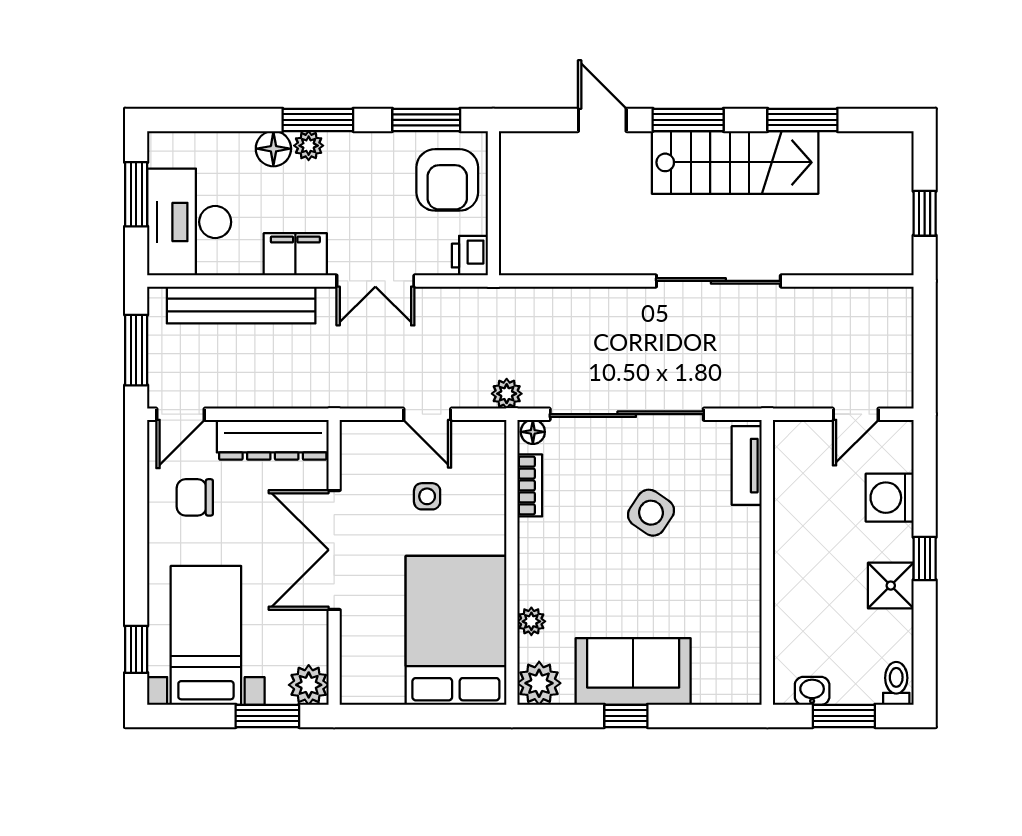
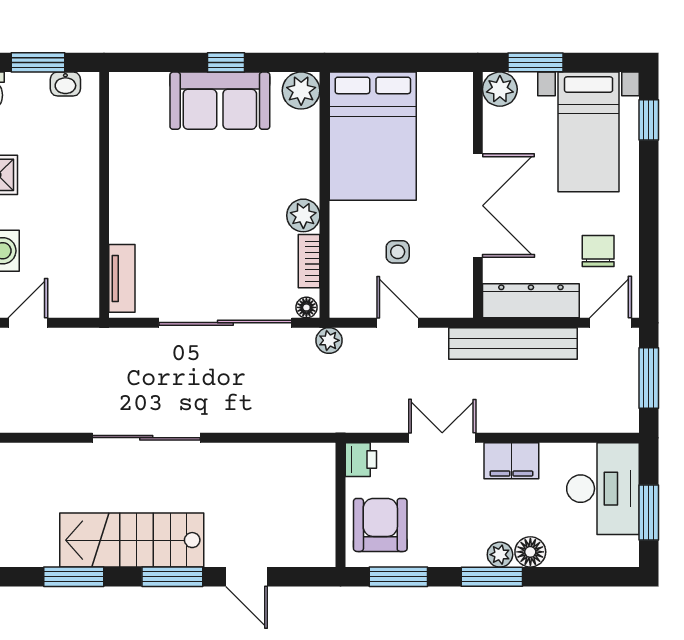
bench: (241, 305) -> (513, 343), moved
chair: (195, 497) -> (598, 251), turned -90
side table: (651, 513) -> (204, 238), removed
plant: (531, 621) -> (303, 215), moved, width x1.38, depth x1.38

